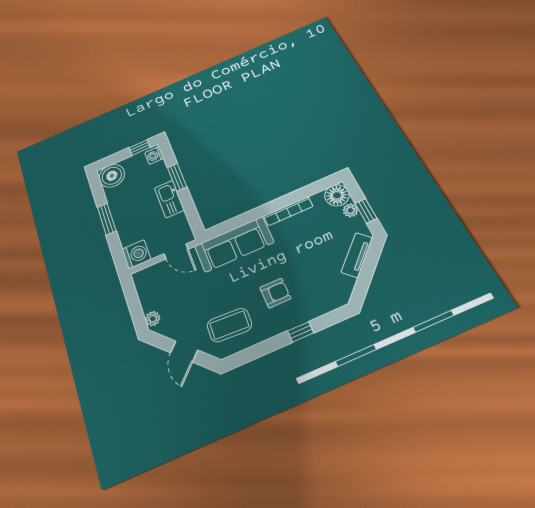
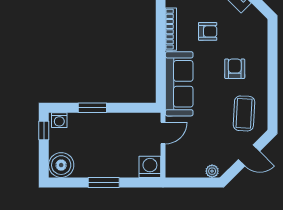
kitchen sink: (169, 199) -> (111, 122), removed
armchair: (303, 247) -> (208, 31), added
window: (301, 332) -> (273, 63), removed

